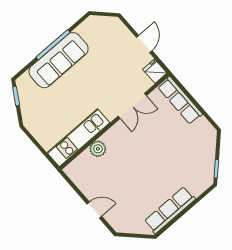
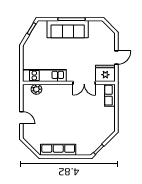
fridge: (155, 71) -> (105, 73), width x1.88, depth x1.34
row of seats: (180, 101) -> (110, 95), width x0.68
plant: (98, 149) -> (36, 89), moved

